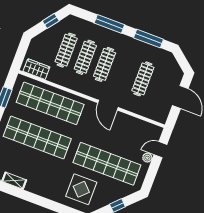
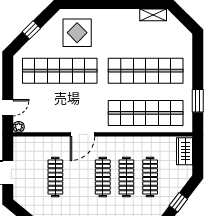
wardrobe: (36, 69) -> (184, 151), moved, turned 90
door: (108, 105) -> (82, 134), swing flipped
plant: (147, 158) -> (19, 127), moved

